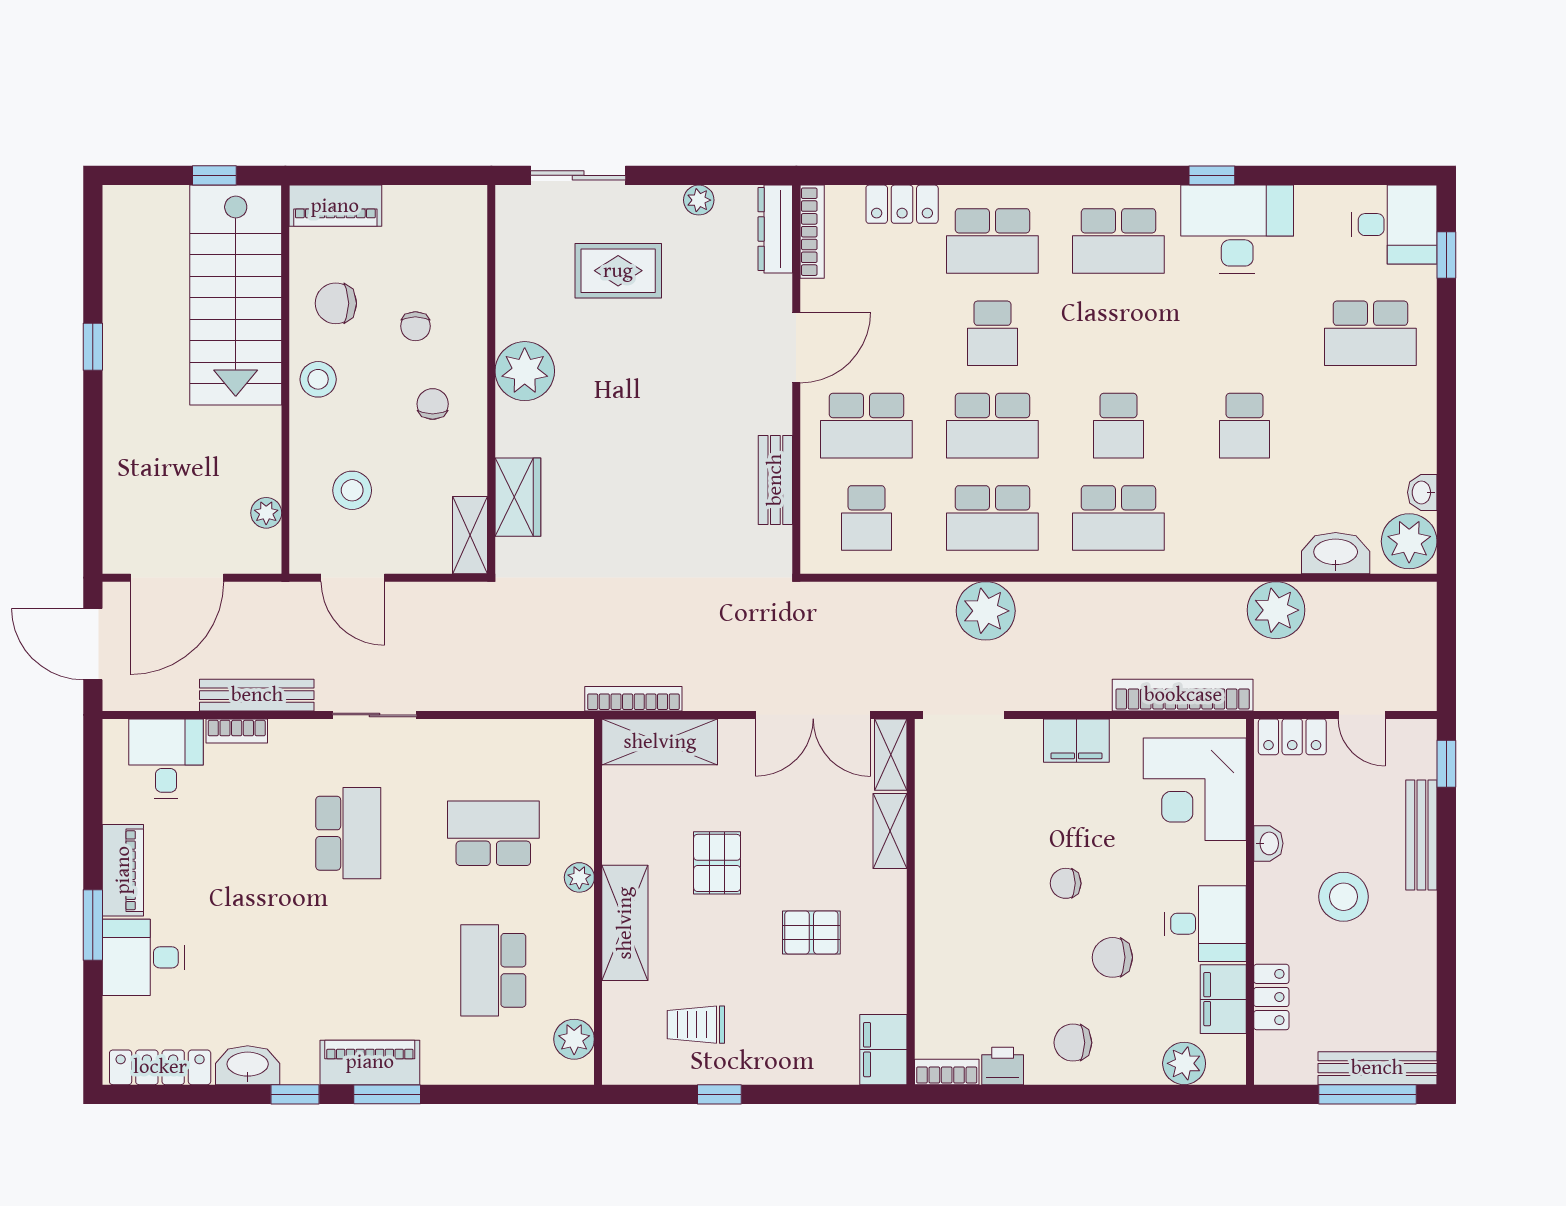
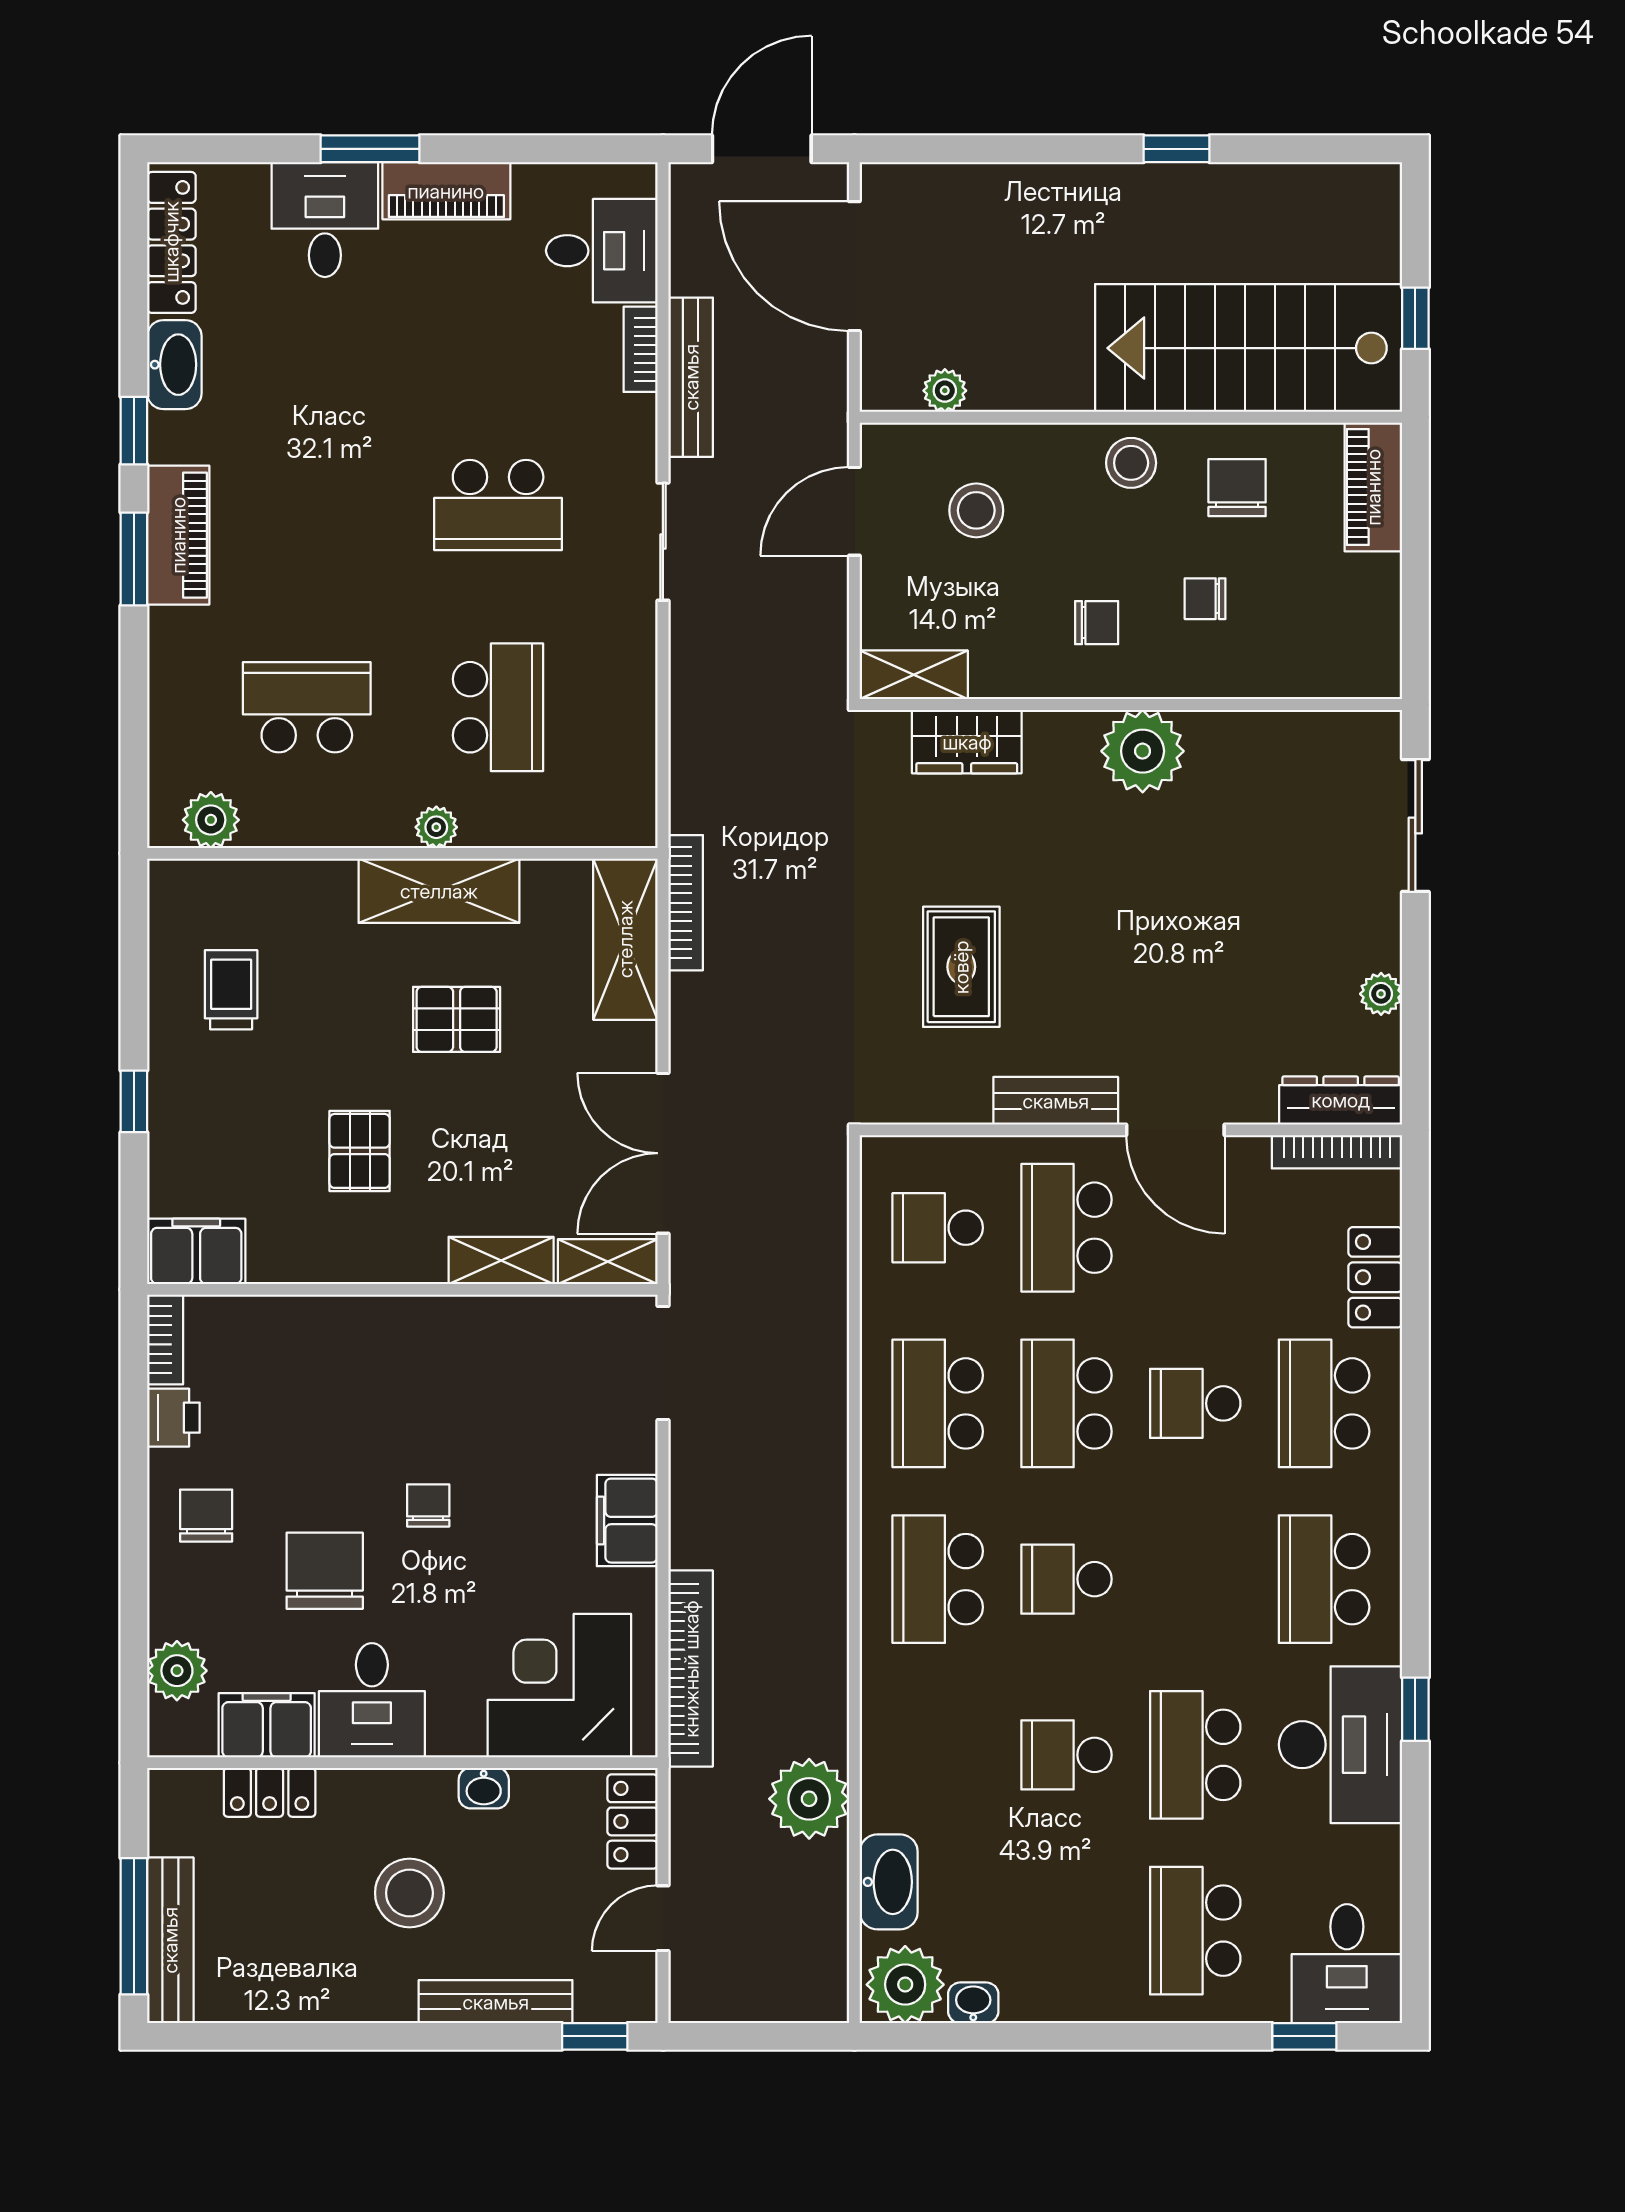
rug: (618, 271) -> (961, 967), moved
school desk: (1244, 333) -> (1195, 1755), added
bench: (775, 480) -> (1056, 1101), moved
plant: (986, 611) -> (808, 1394), removed
shelving: (625, 923) -> (439, 891), moved
chair: (1112, 957) -> (325, 1571), width x1.37, depth x1.37
window: (719, 1094) -> (134, 1101), moved

